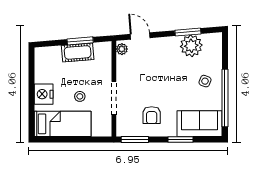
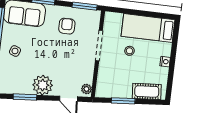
plant: (191, 46) -> (43, 85), moved
cot: (78, 52) -> (147, 91), moved
nightstand: (44, 94) -> (165, 62), width x0.53, depth x0.56

